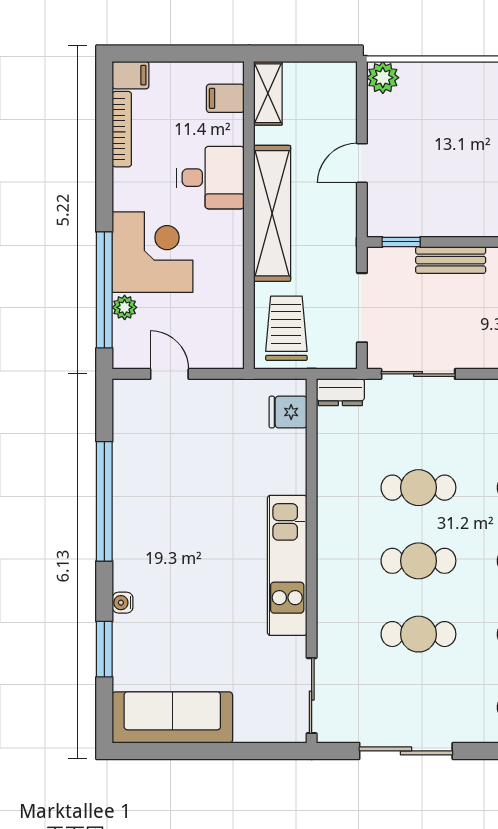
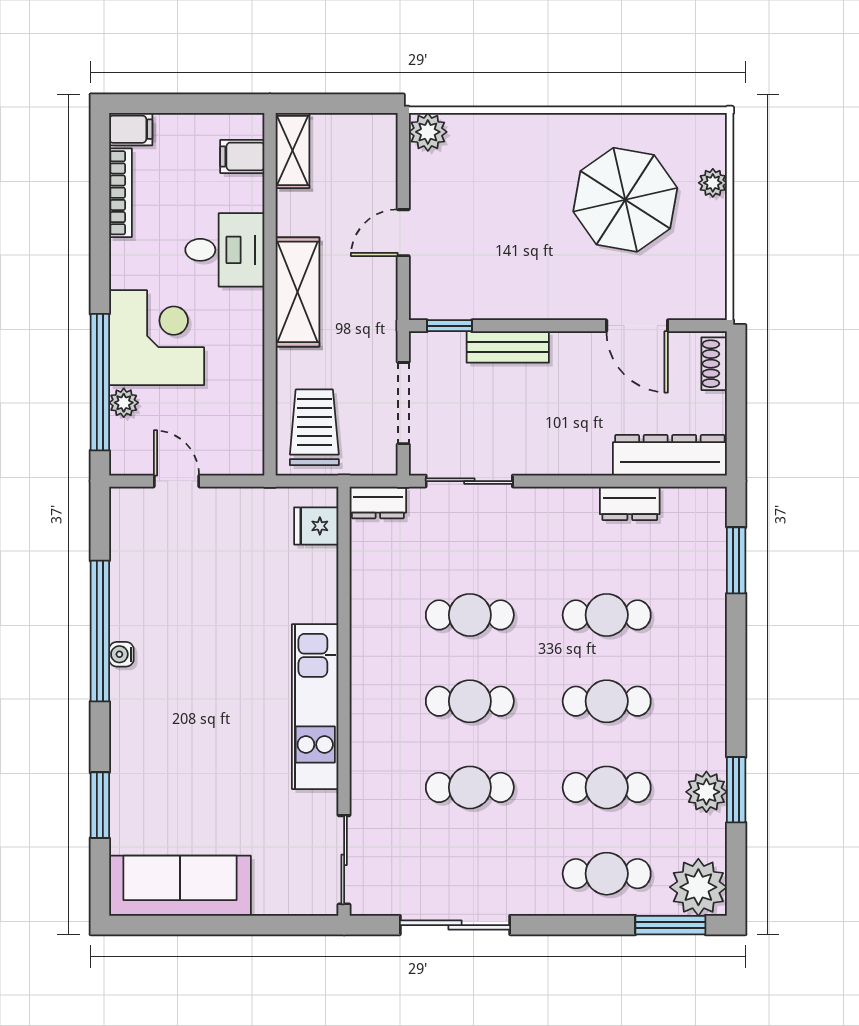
shelving: (272, 213) -> (297, 292), width x0.68
water cooler: (123, 603) -> (121, 654), moved

